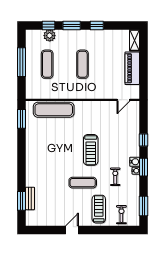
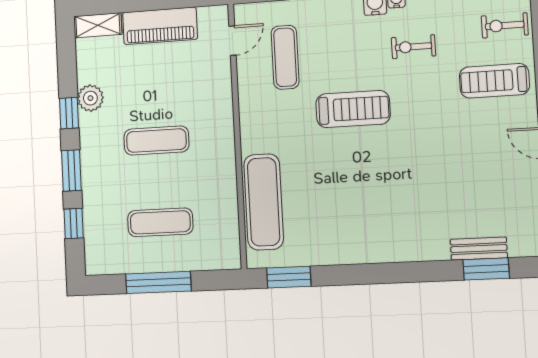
plant: (50, 36) -> (90, 98), moved
door: (123, 100) -> (232, 41), hinge flipped
exercise mat: (83, 183) -> (285, 57), moved

